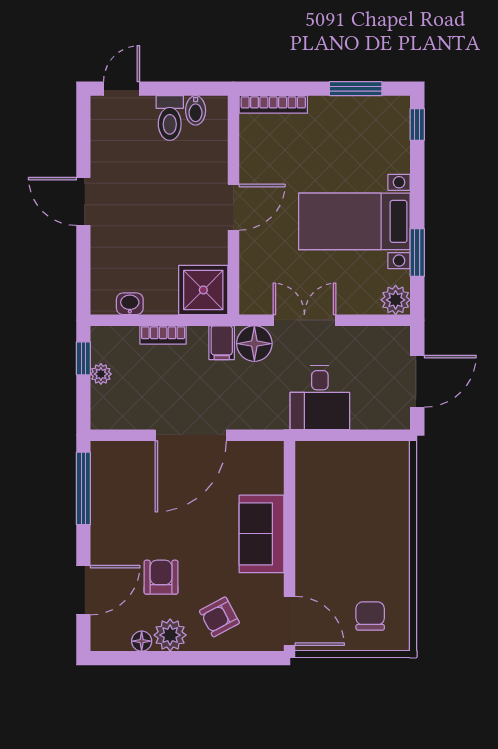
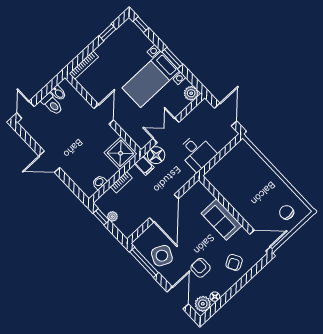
window: (356, 89) -> (107, 32), width x0.67
window: (417, 252) -> (172, 58), moved
side table: (120, 504) -> (162, 256), added
plant: (170, 635) -> (203, 304), moved

